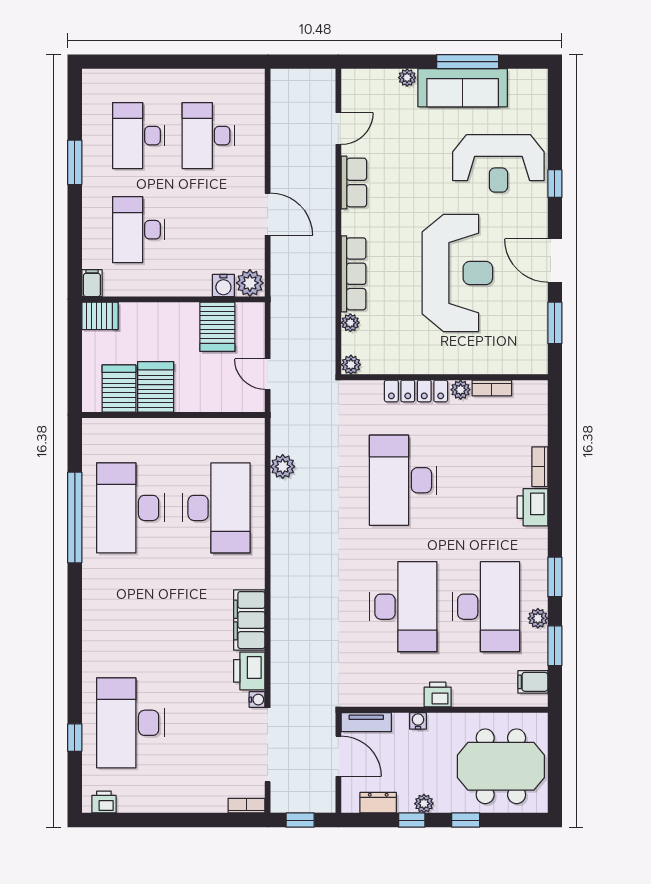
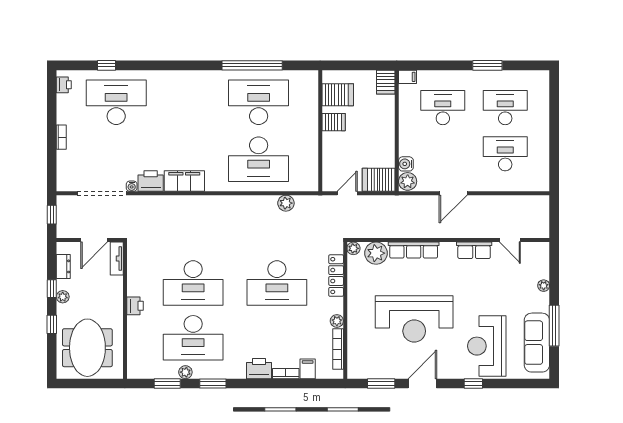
sofa: (463, 88) -> (537, 343), moved
plant: (350, 323) -> (376, 253), width x1.87, depth x1.87
server rack: (217, 327) -> (379, 180), moved
server rack: (156, 387) -> (334, 122), width x0.73, depth x0.70
bookcase: (492, 388) -> (338, 349), width x1.56
locker: (416, 391) -> (336, 276), moved
desk: (403, 480) -> (277, 283), turned 180
filing cabinet: (533, 682) -> (308, 369), moved
water cooler: (418, 721) -> (118, 293), removed
bookcase: (246, 806) -> (61, 137), moved

